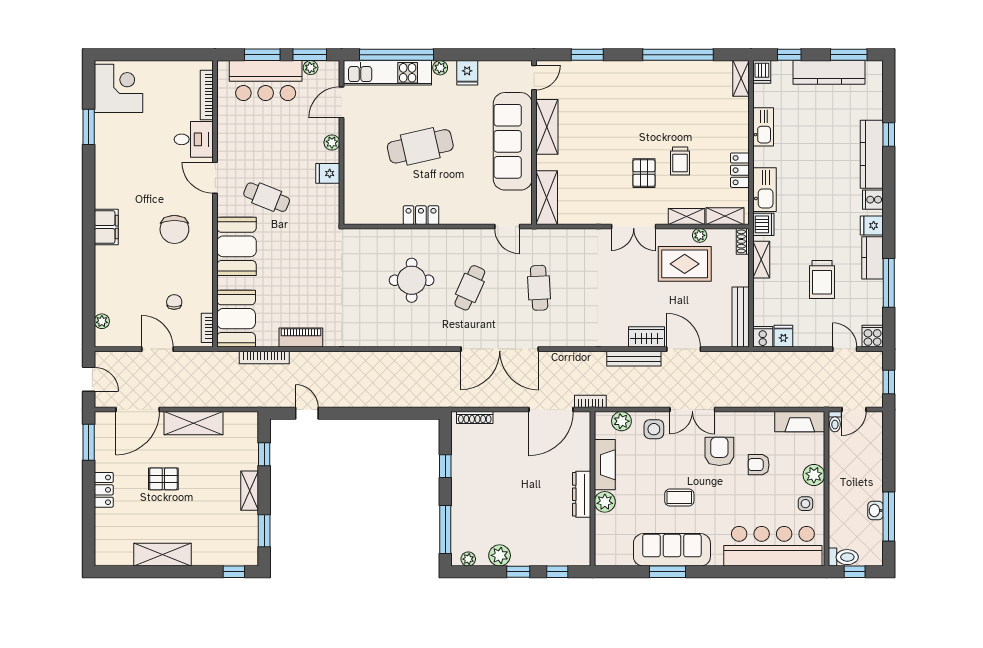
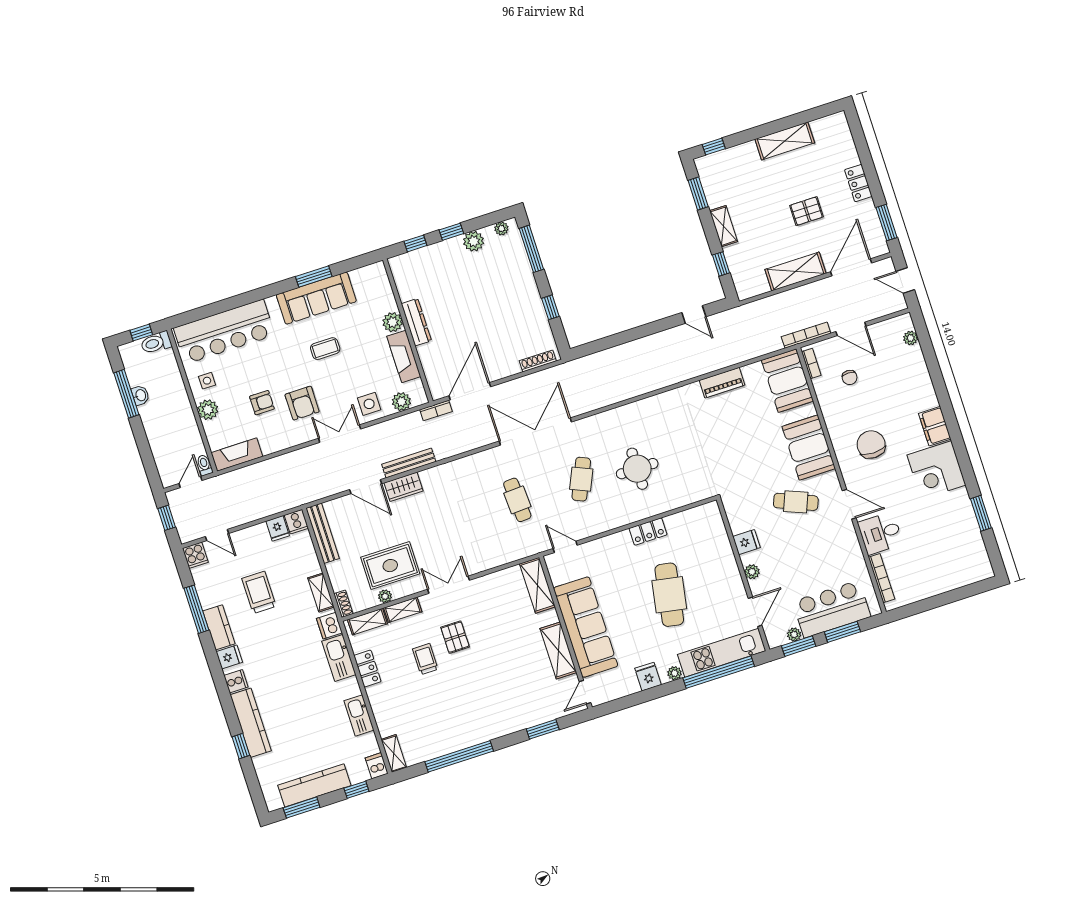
corner desk: (119, 88) -> (936, 470), moved
cafe table: (420, 146) -> (669, 595), turned -67
bookcase: (264, 357) -> (806, 335), moved

